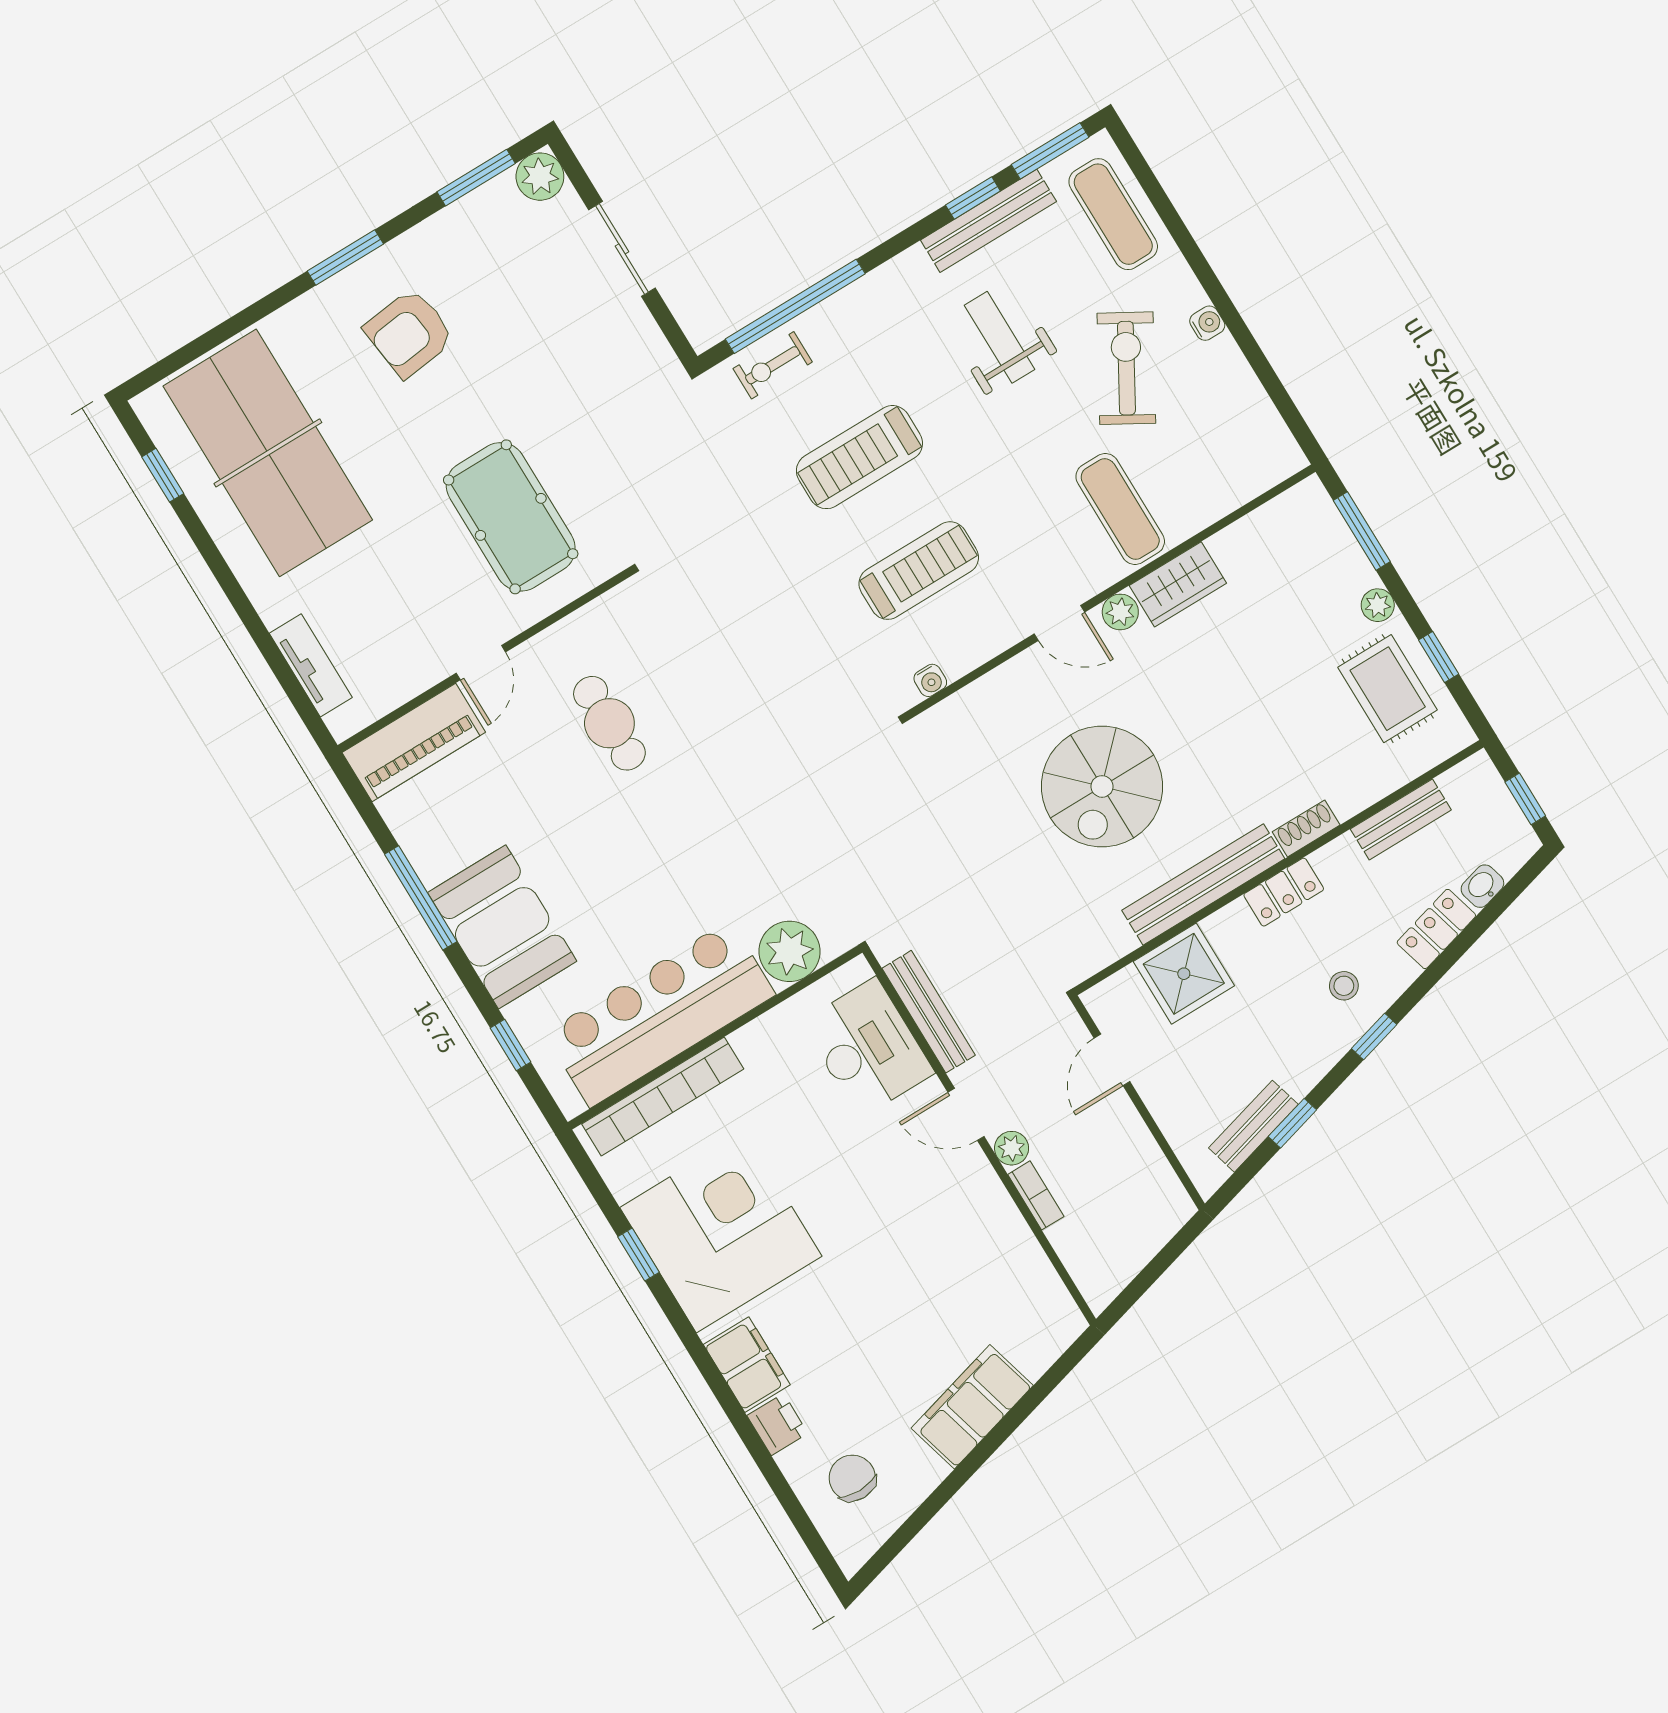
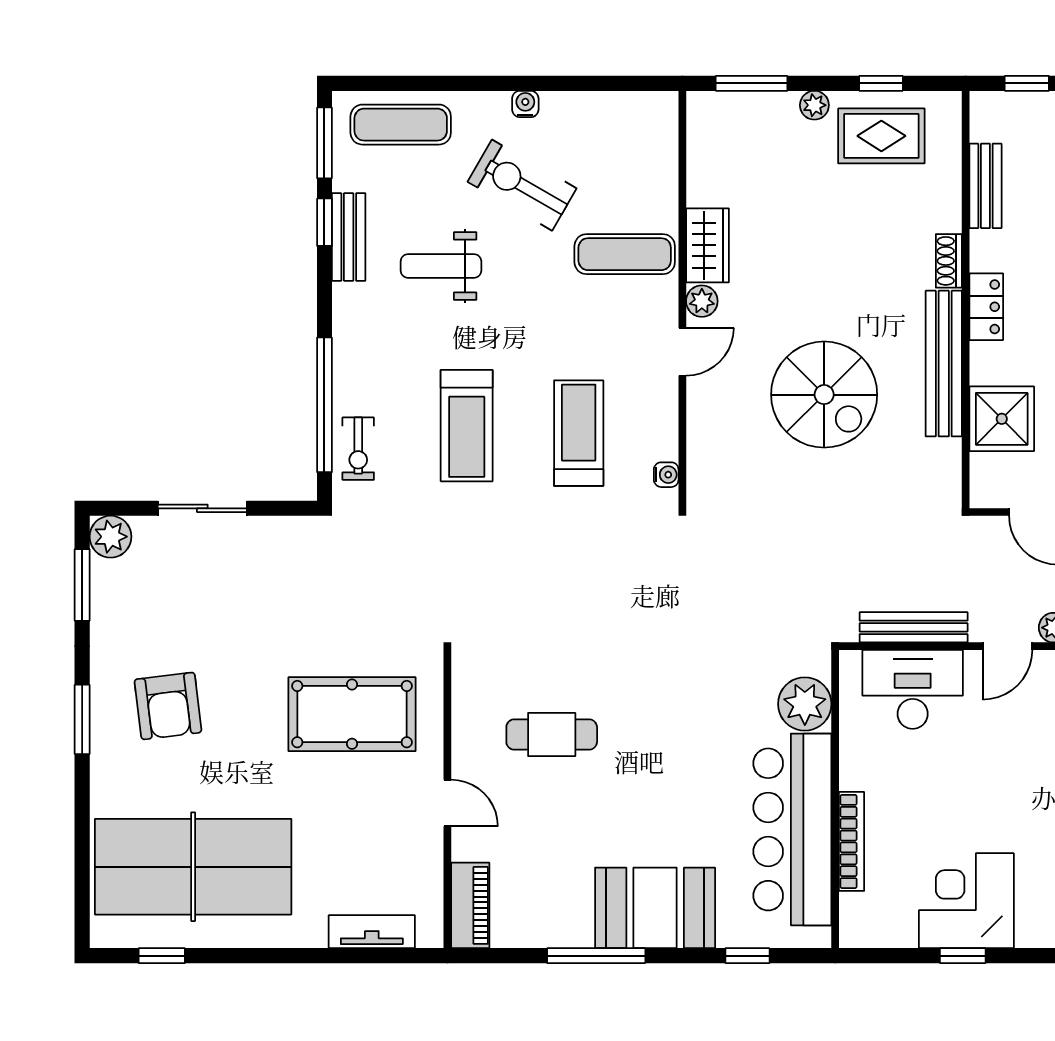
bench: (988, 221) -> (349, 237), width x0.73
piano: (414, 742) -> (470, 905), width x0.73, depth x0.75
bookcase: (663, 1097) -> (852, 841), width x0.68, depth x0.76
corner desk: (721, 1232) -> (966, 901), width x0.74, depth x0.74

